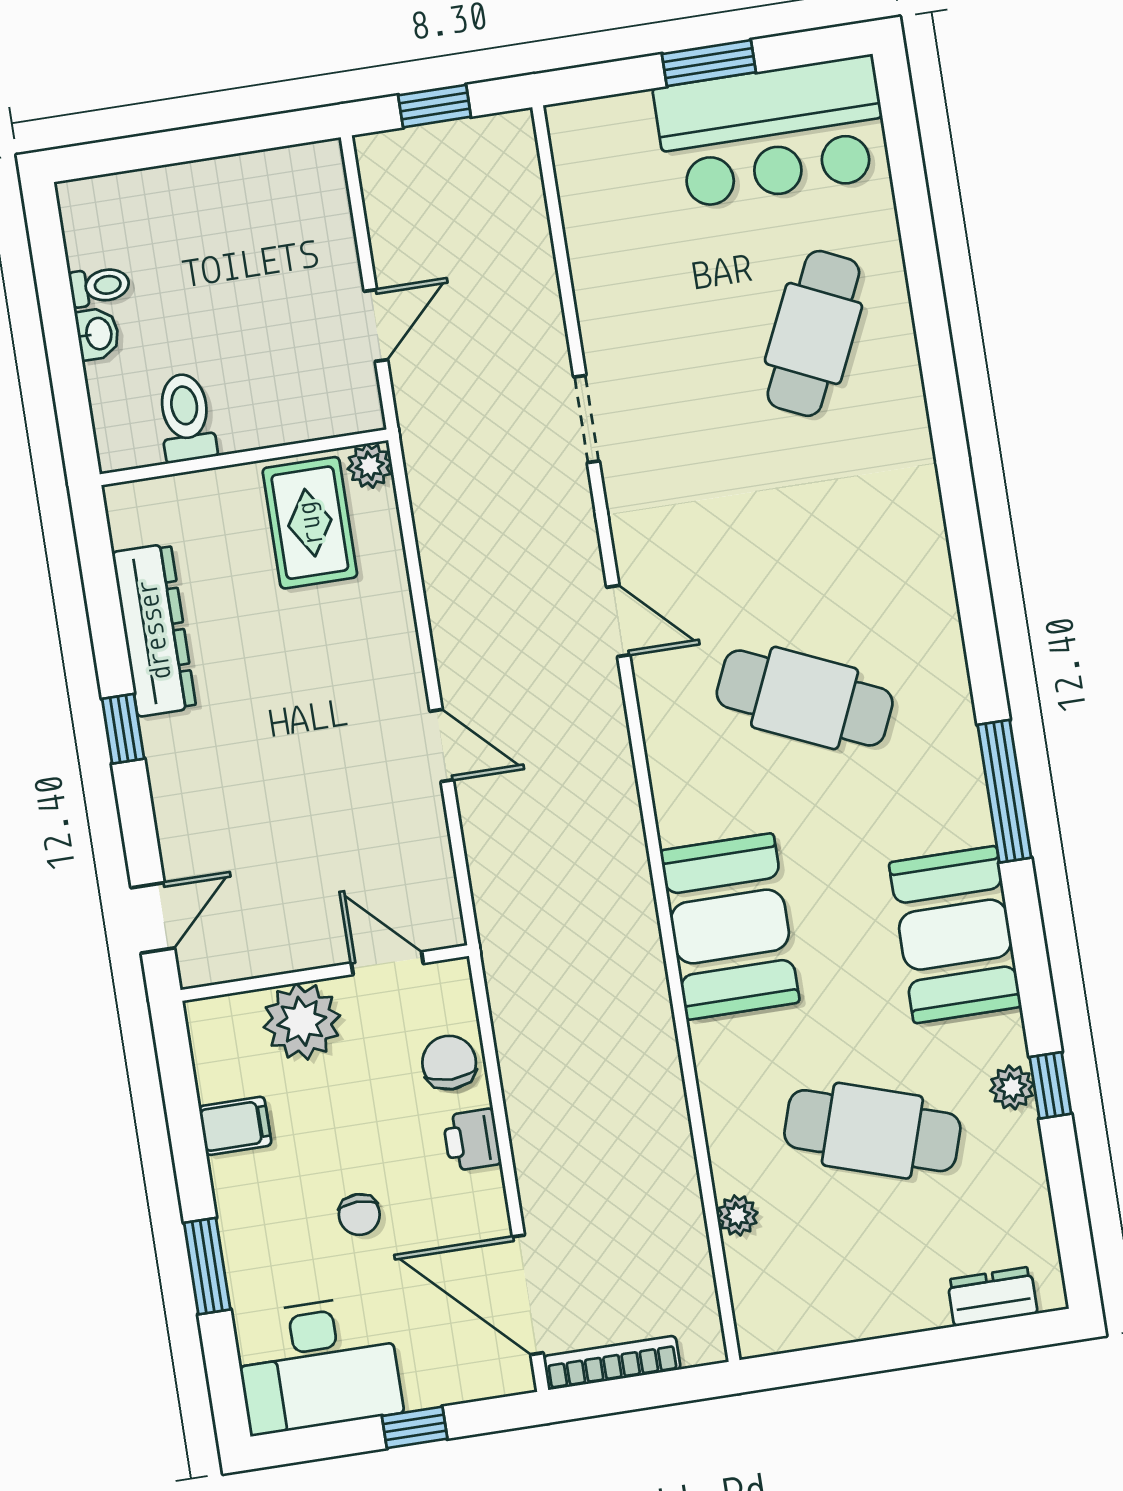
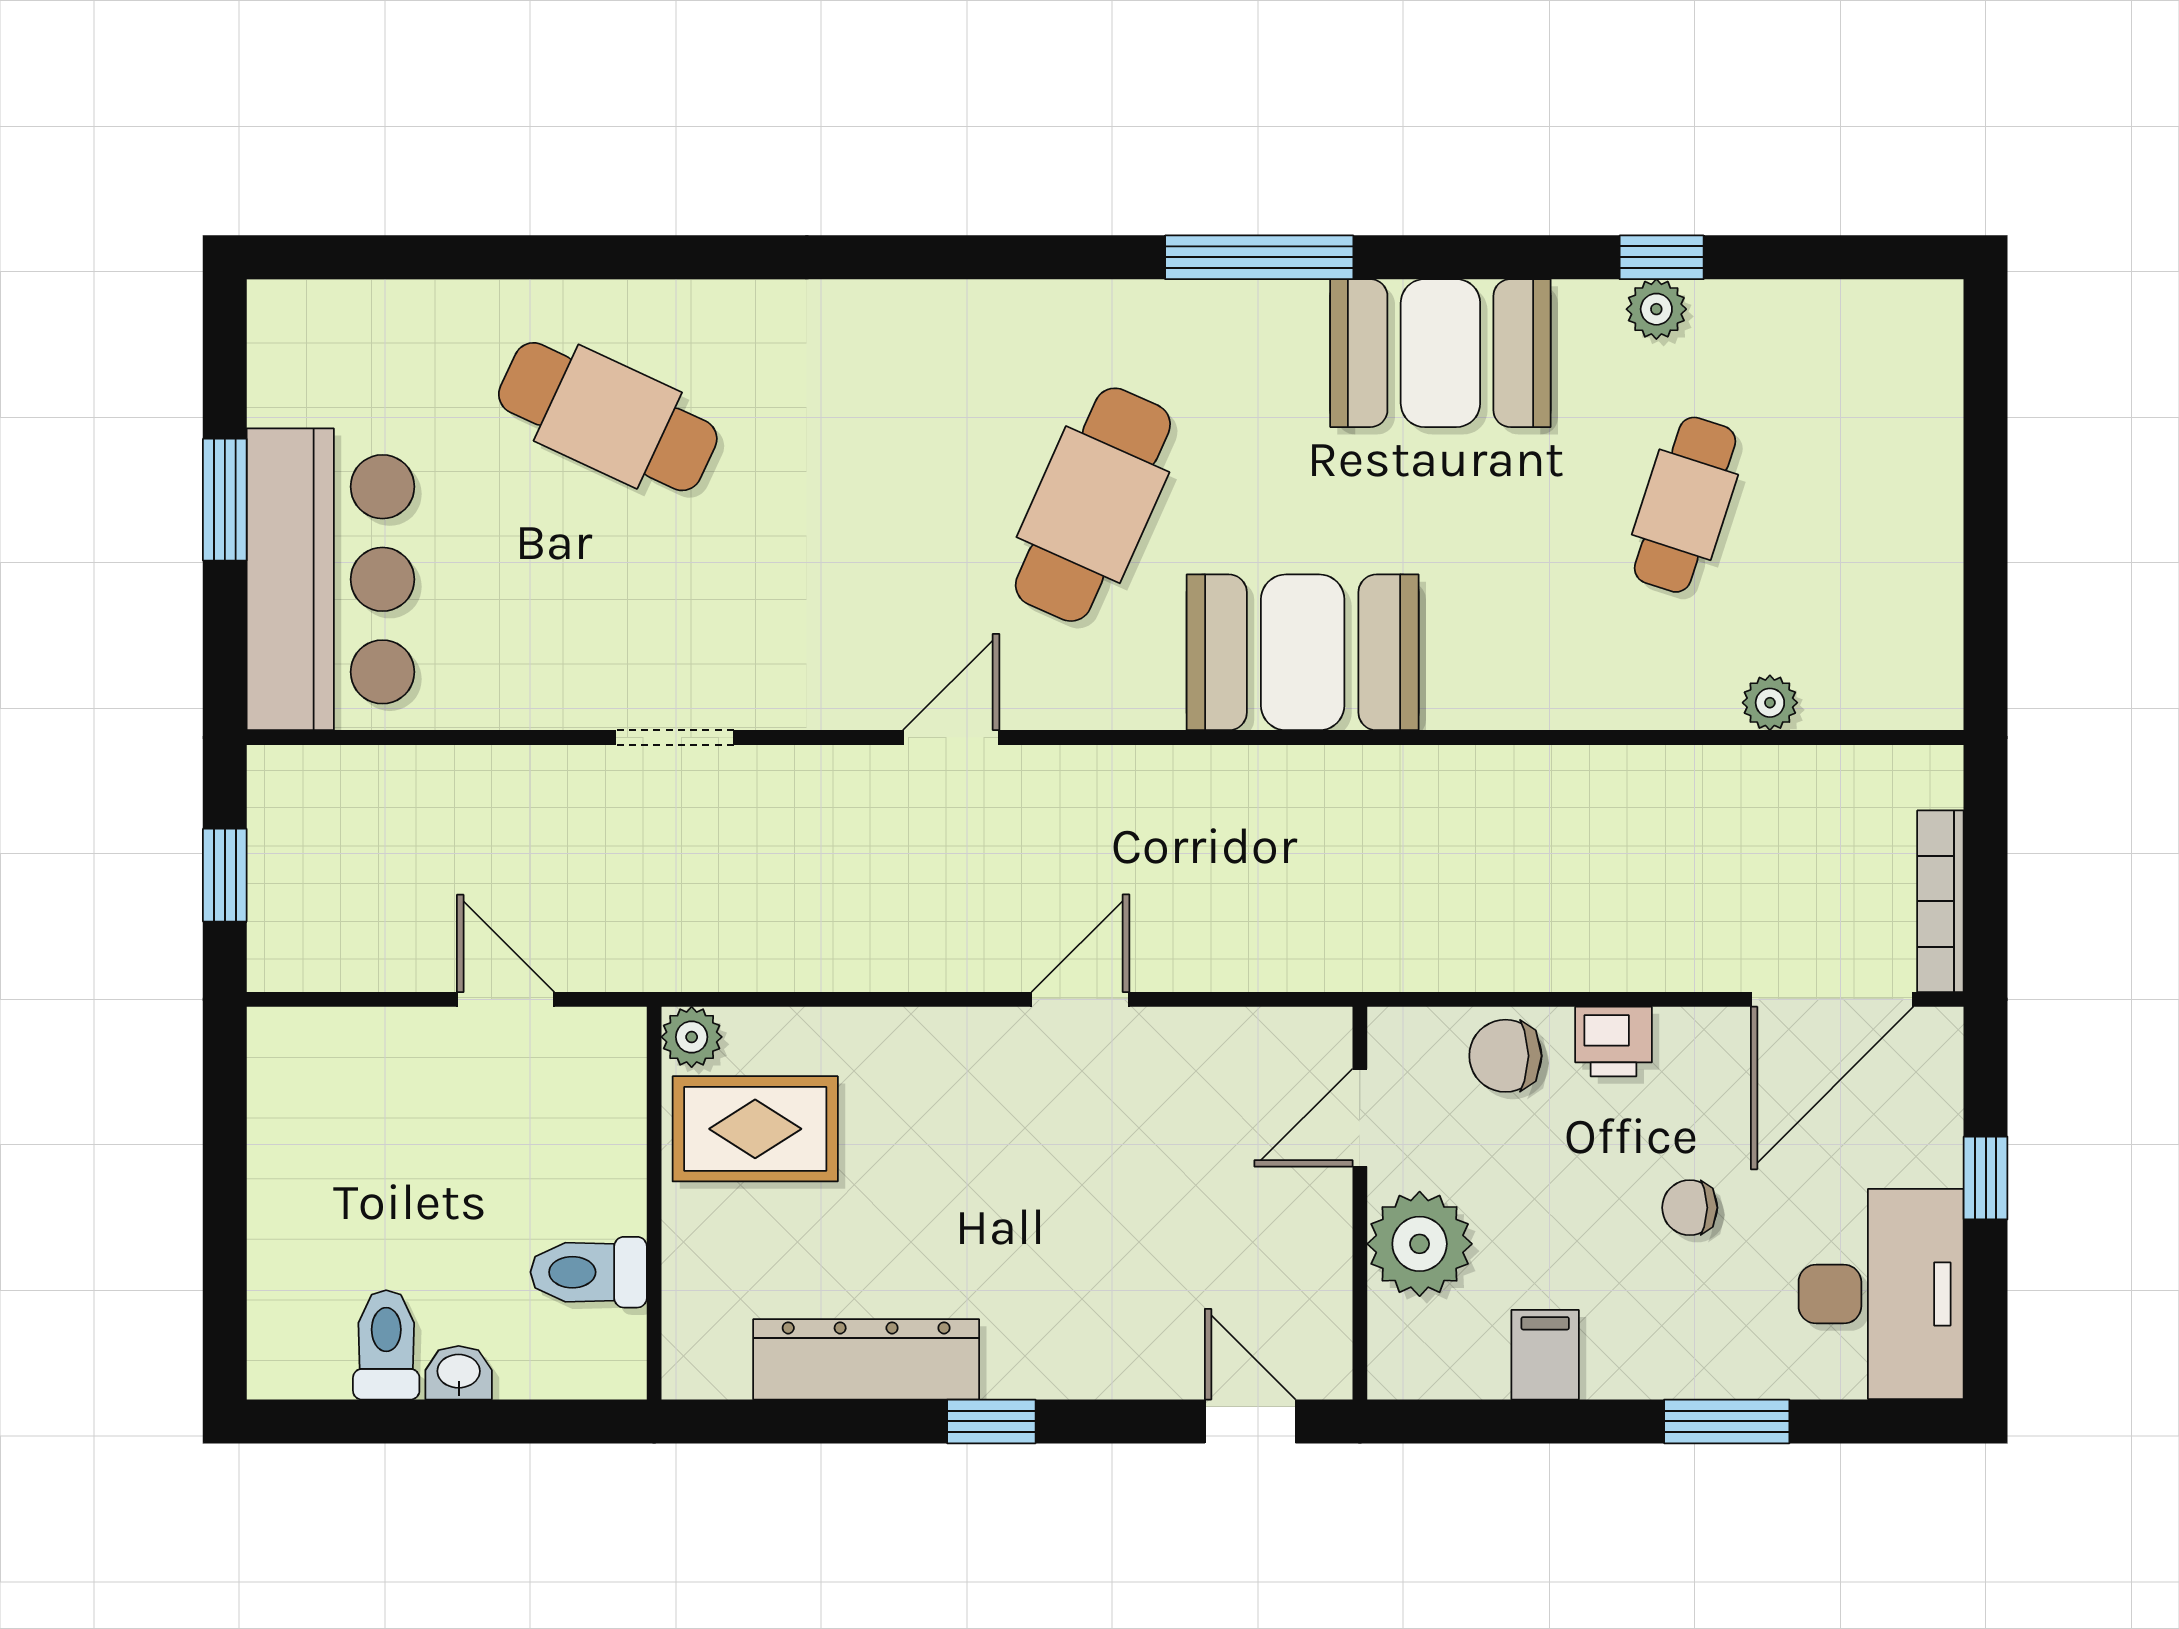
bar counter: (772, 132) -> (330, 579), moved
toilet: (100, 286) -> (386, 1345), width x1.37, depth x1.39
booth: (730, 927) -> (1303, 652), moved
cafe table: (872, 1131) -> (1685, 505), width x0.73, depth x0.74
chair: (359, 1215) -> (1690, 1208), turned 180
dresser: (992, 1297) -> (1932, 379), removed

